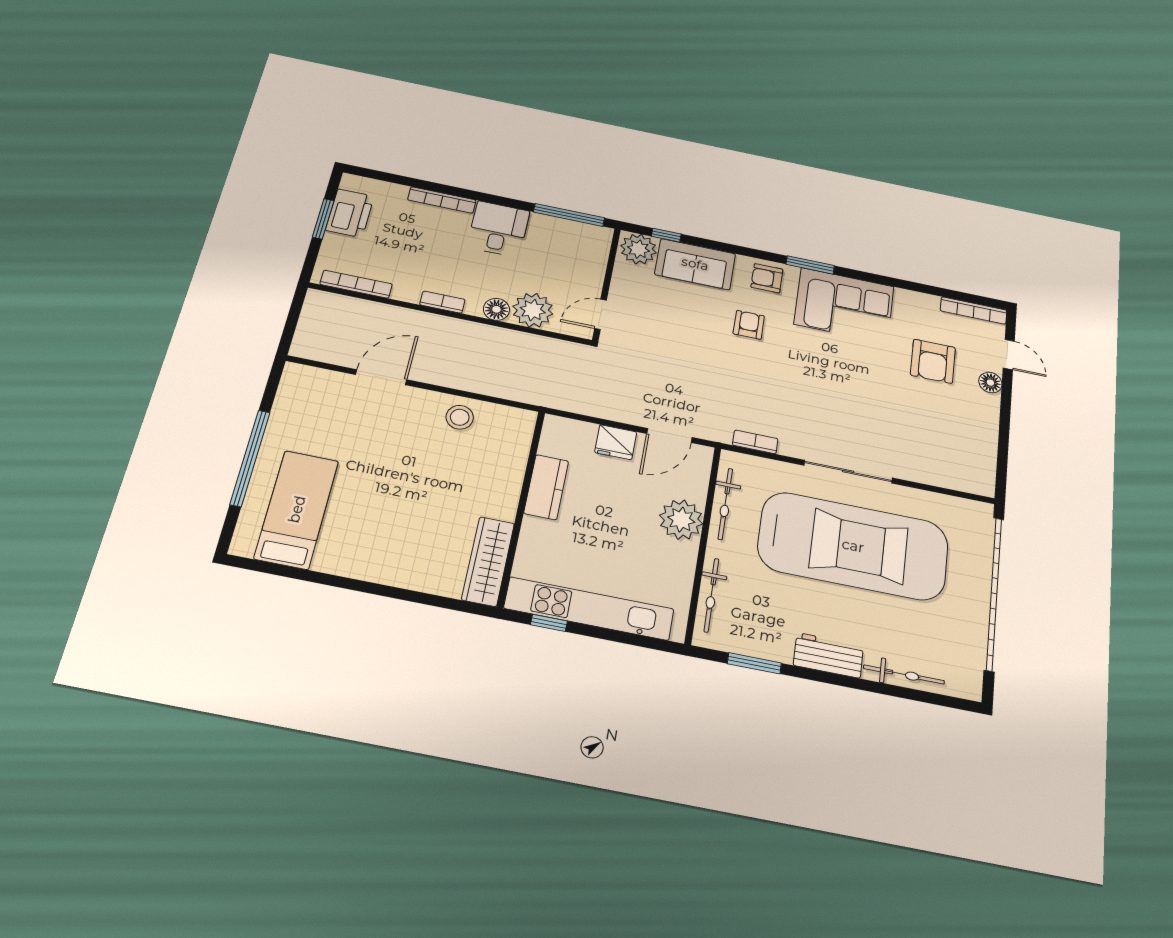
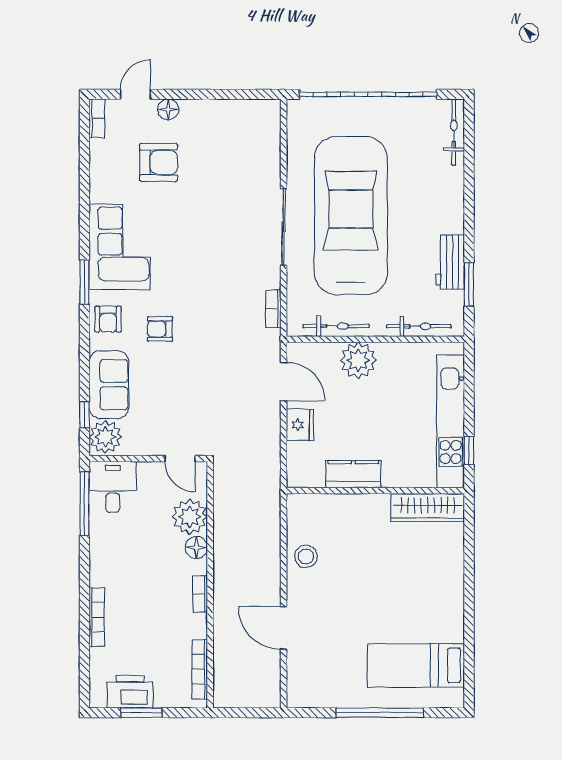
desk: (498, 229) -> (113, 487), moved, turned 90
bookcase: (974, 310) -> (97, 118), width x0.64
workbench: (829, 655) -> (450, 262), moved
bicycle: (904, 675) -> (454, 132), moved

